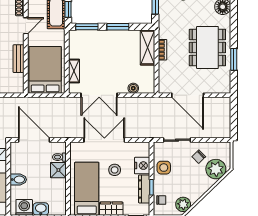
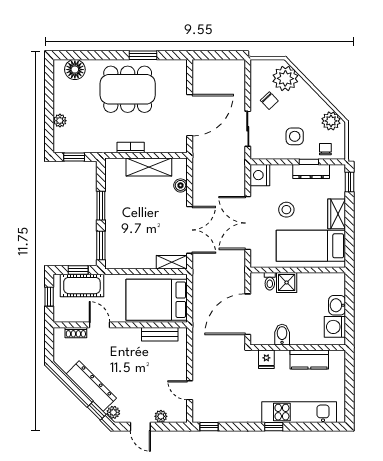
shelving: (148, 48) -> (149, 167), moved
bench: (19, 59) -> (160, 334), moved
shelving: (74, 71) -> (172, 262), moved
nightstand: (142, 166) -> (260, 175), moved, turned -90
side table: (164, 168) -> (295, 136), moved
bidet: (18, 180) -> (282, 335), moved

